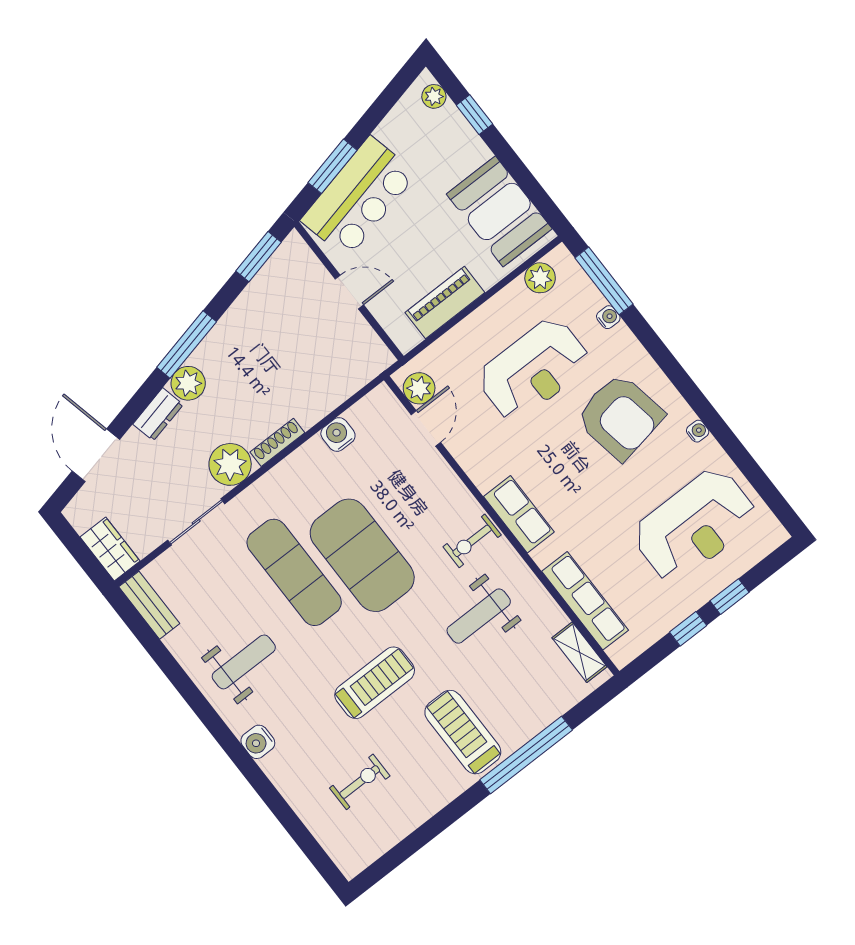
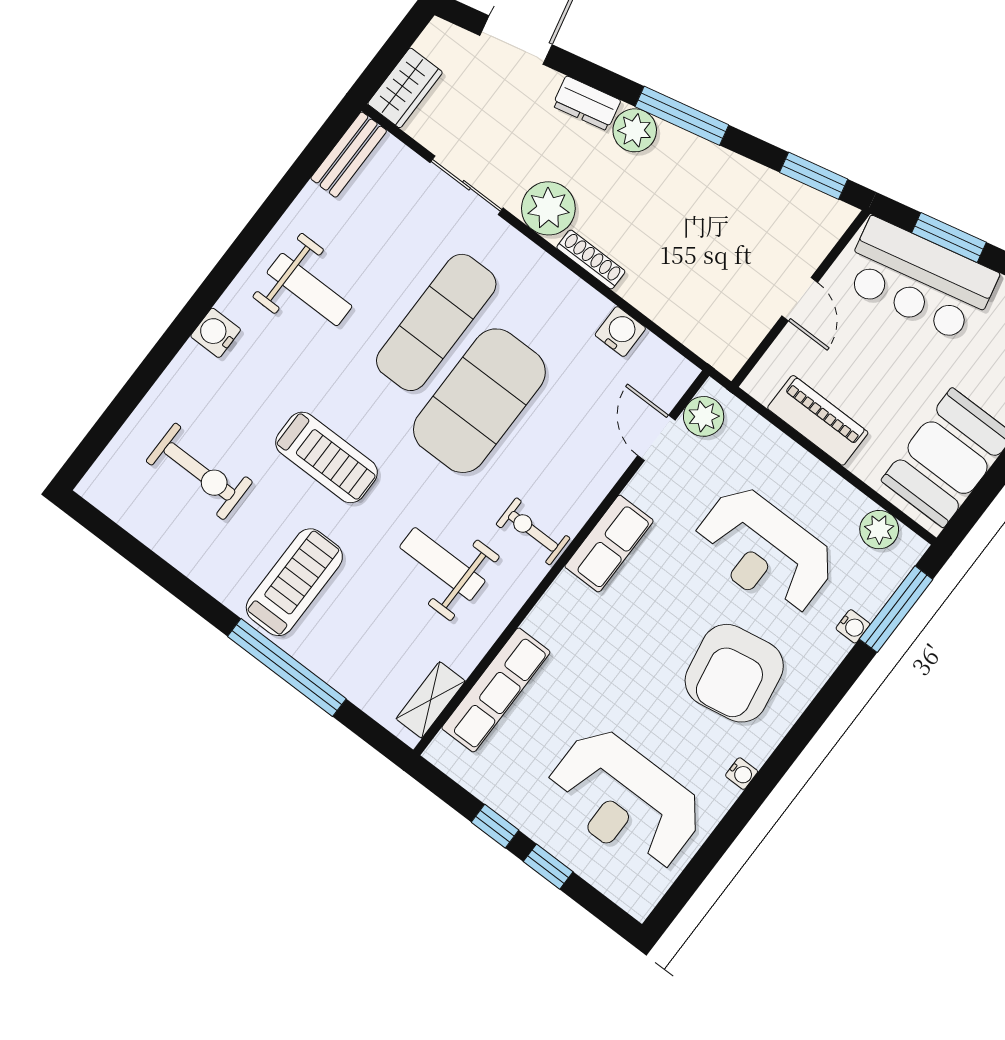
door: (426, 428) -> (656, 438), swing flipped
row of seats: (519, 514) -> (609, 544), moved
exercise bike: (360, 782) -> (199, 471), width x1.38, depth x1.39

